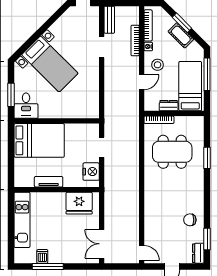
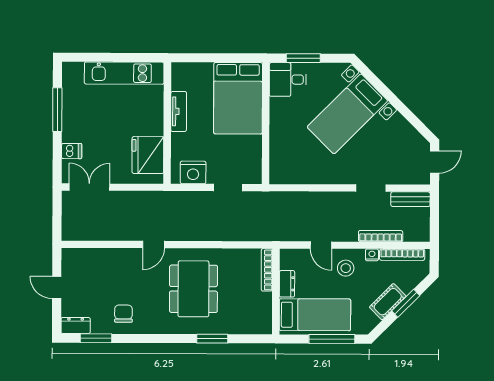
dining table: (172, 152) -> (193, 289), moved
door: (142, 253) -> (153, 245), moved
dishwasher: (42, 256) -> (72, 151), moved

